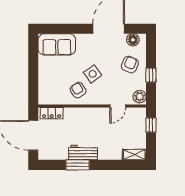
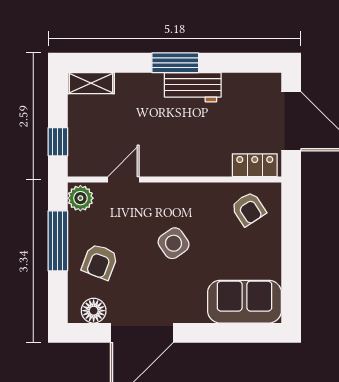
window: (151, 75) -> (58, 241), width x2.17
armchair: (78, 90) -> (249, 209), moved
window: (78, 165) -> (175, 63), moved

